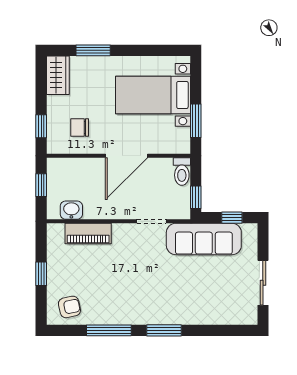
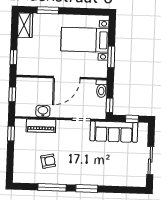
chair: (80, 128) -> (38, 59), removed
washbasin: (71, 210) -> (43, 111), moved
window: (41, 274) -> (11, 133), moved
armchair: (69, 307) -> (48, 161), moved

